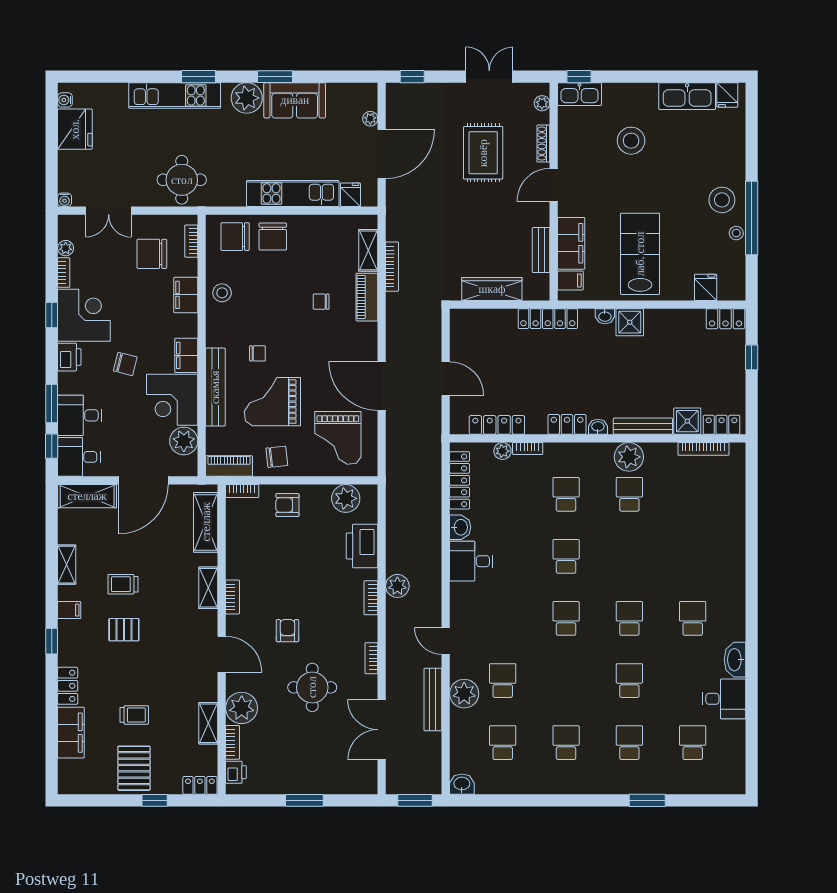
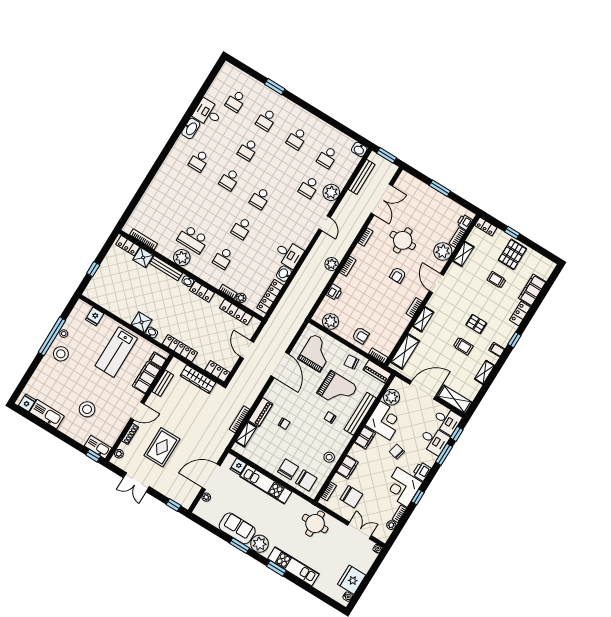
locker: (725, 319) -> (217, 371), moved
school desk: (629, 494) -> (193, 239), width x1.85
printer: (362, 546) -> (334, 292), width x0.53, depth x0.68
bench: (433, 700) -> (362, 177), moved

